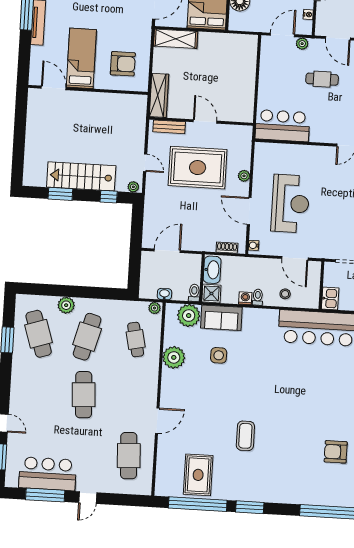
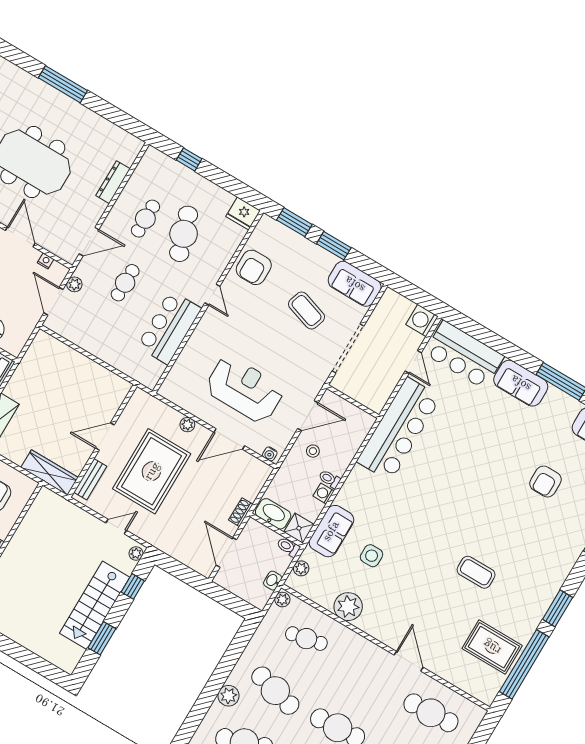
bar counter: (282, 126) -> (169, 327), moved
shoe rack: (227, 248) -> (241, 512), moved
stool: (285, 294) -> (313, 451), moved
kitchen sink: (330, 298) -> (373, 400), removed
plant: (189, 316) -> (301, 568), width x0.53, depth x0.53

